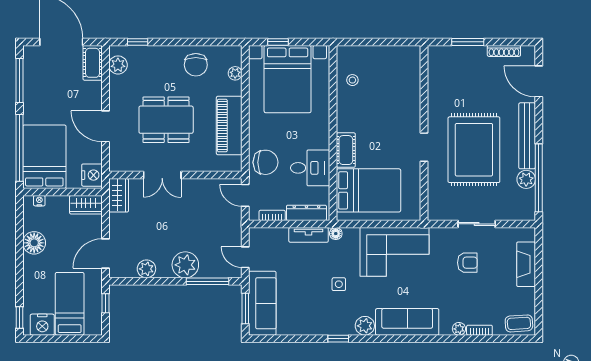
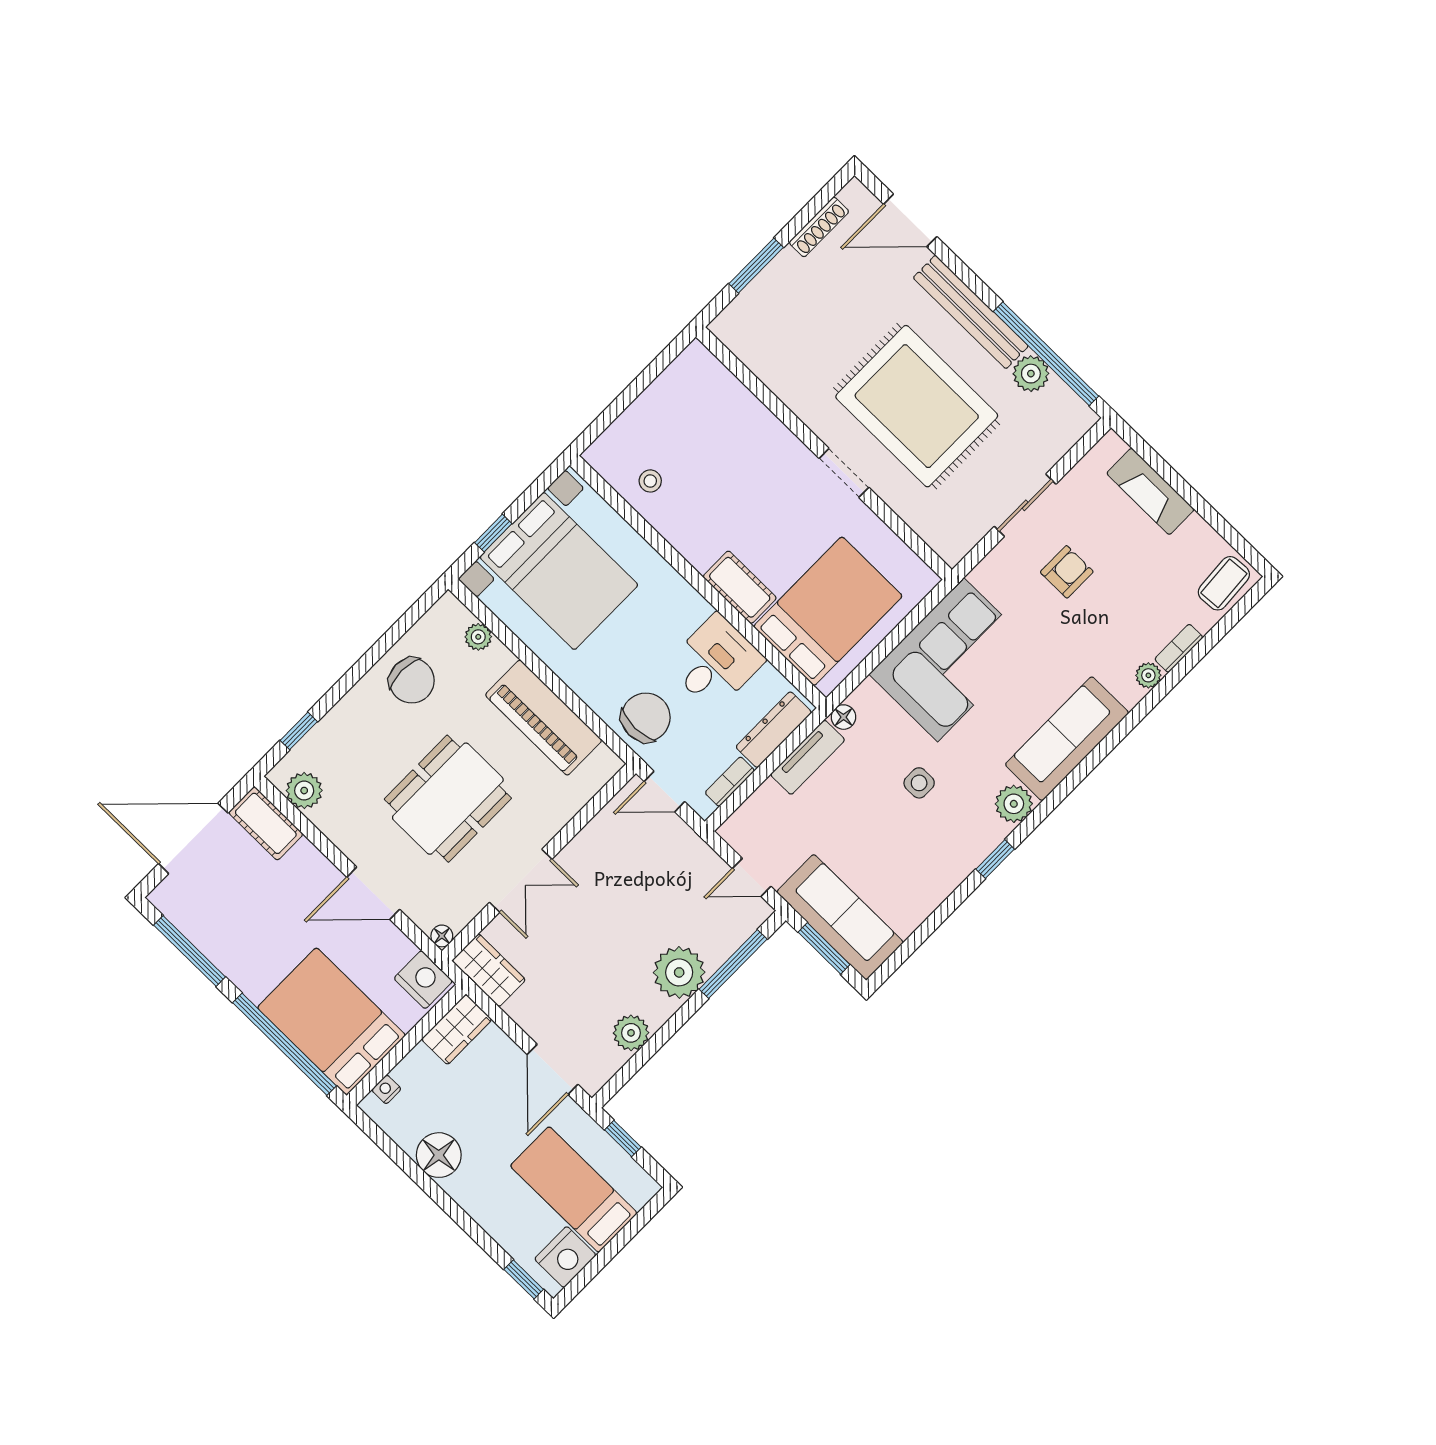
floor lamp: (114, 166) -> (442, 936), added

